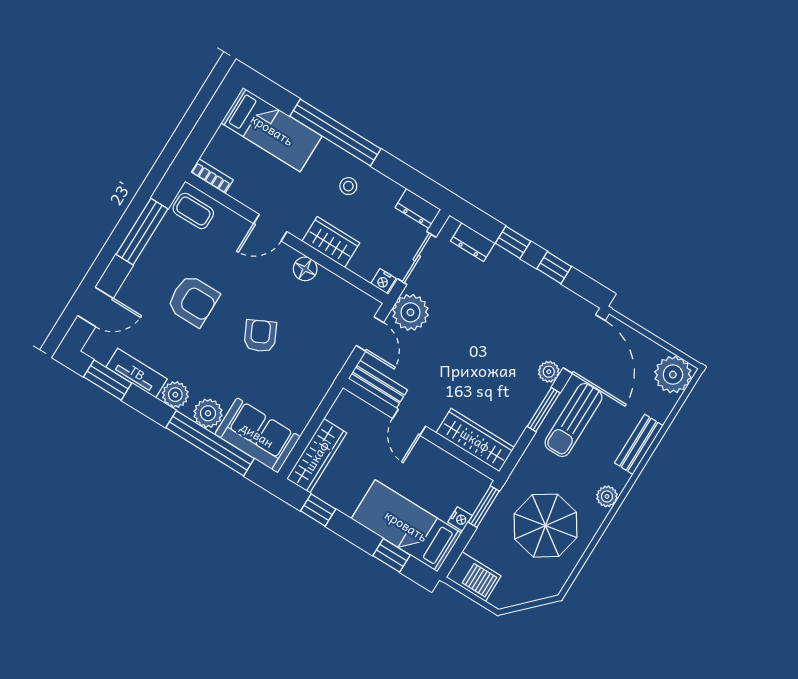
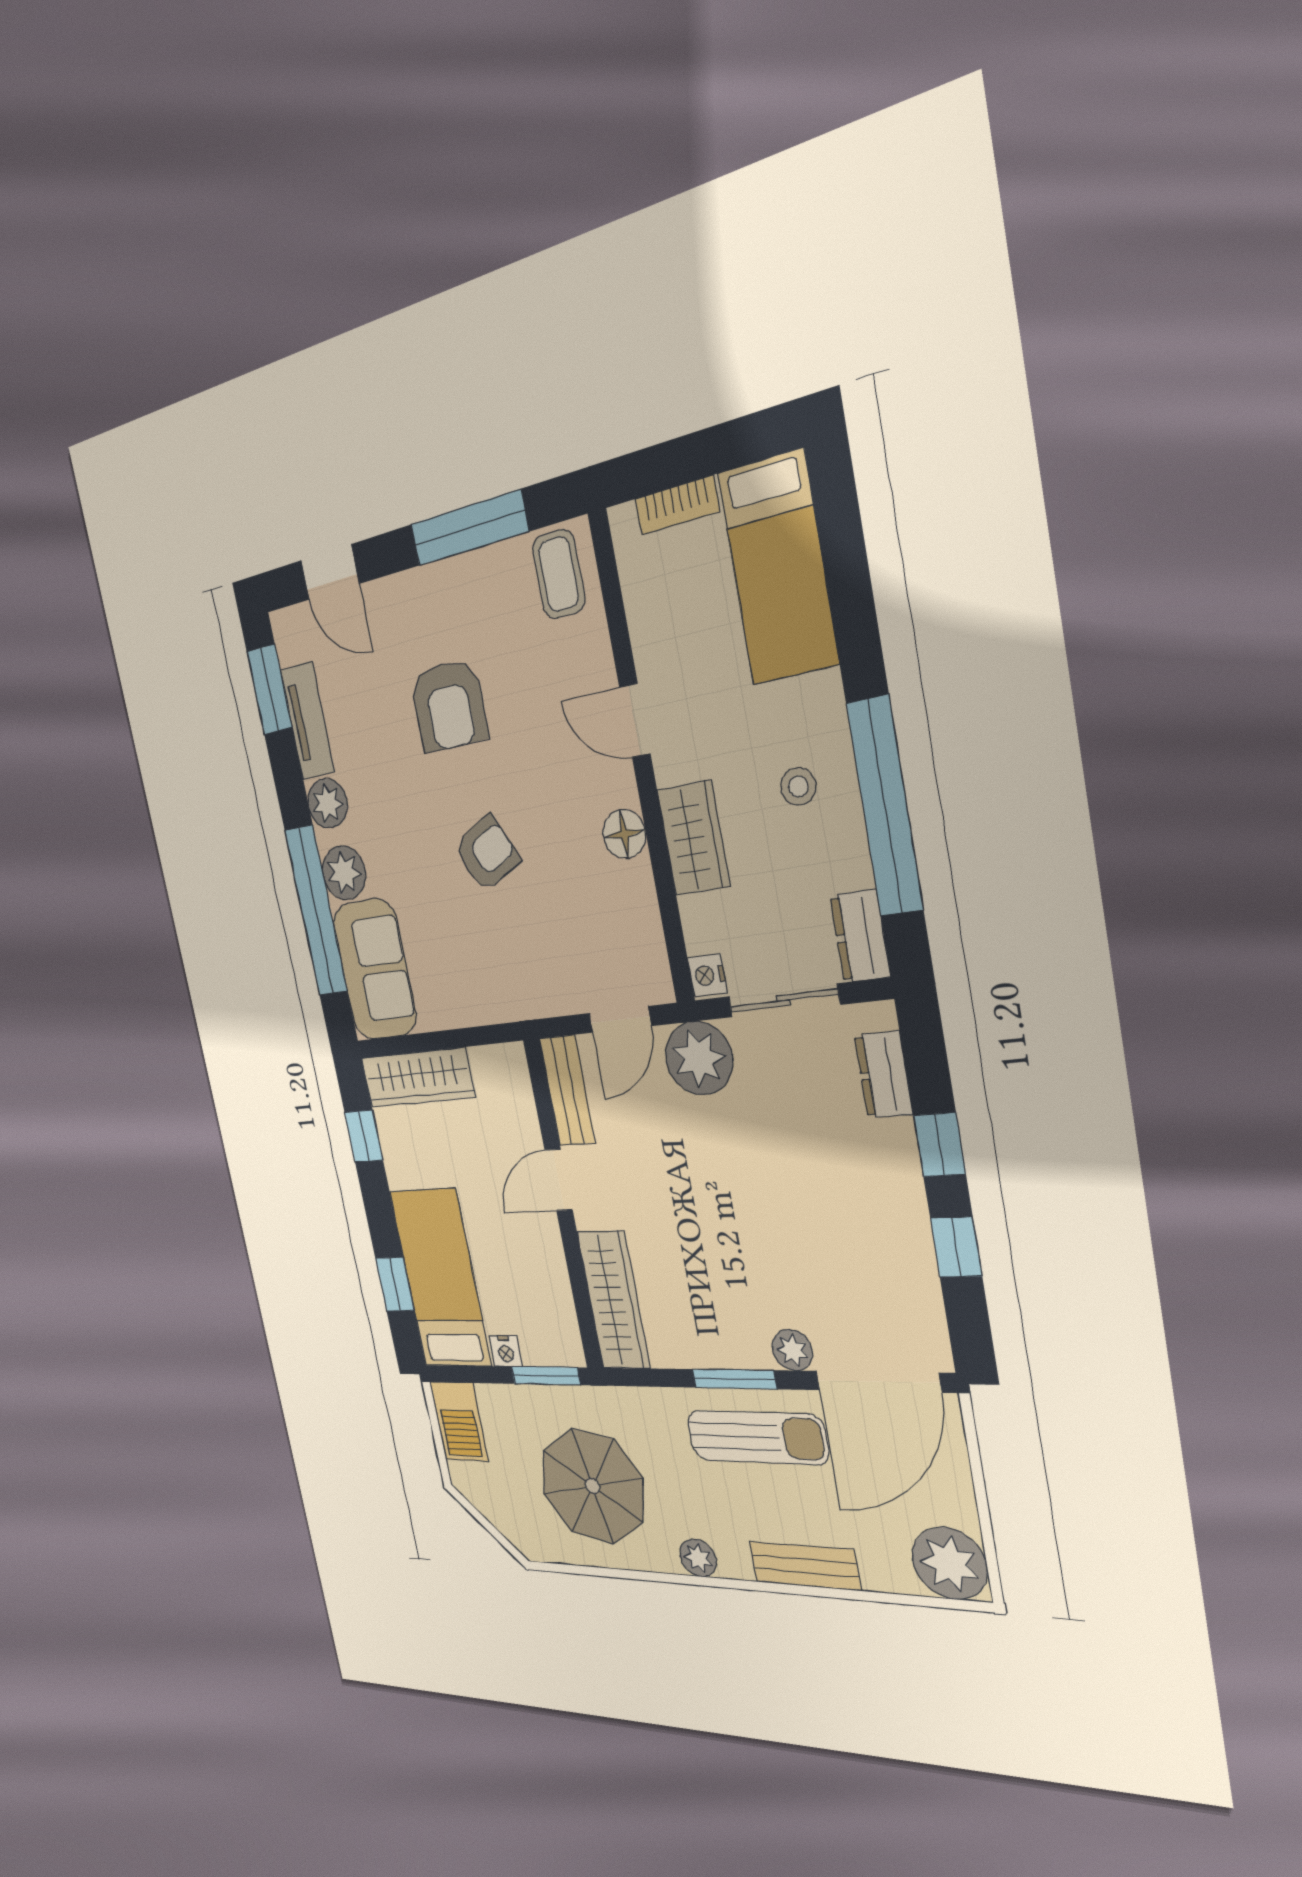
window: (335, 133) -> (885, 807), moved
bookcase: (212, 176) -> (677, 505), moved, turned 90
sun lounger: (573, 420) -> (757, 1437), turned 180

